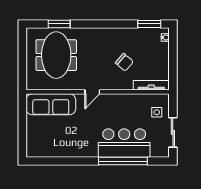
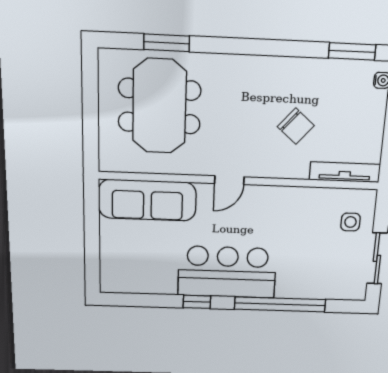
bar counter: (124, 143) -> (227, 272), moved
window: (78, 161) -> (197, 302), added

